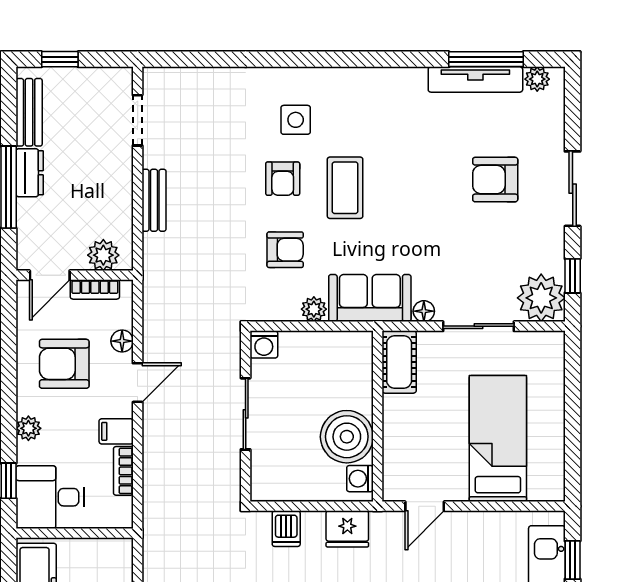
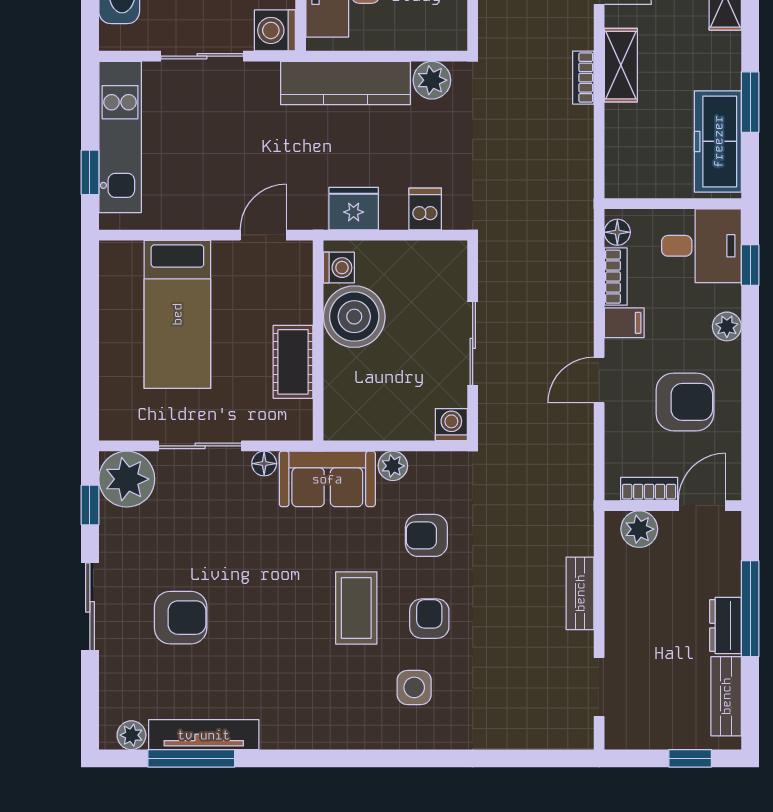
floor lamp: (122, 341) -> (617, 232), moved
cot: (399, 362) -> (293, 362), moved

